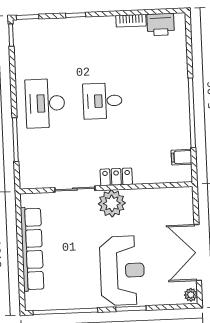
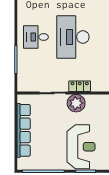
desk: (103, 101) -> (73, 37), width x1.87, depth x1.30
desk: (45, 103) -> (36, 37), width x0.73

